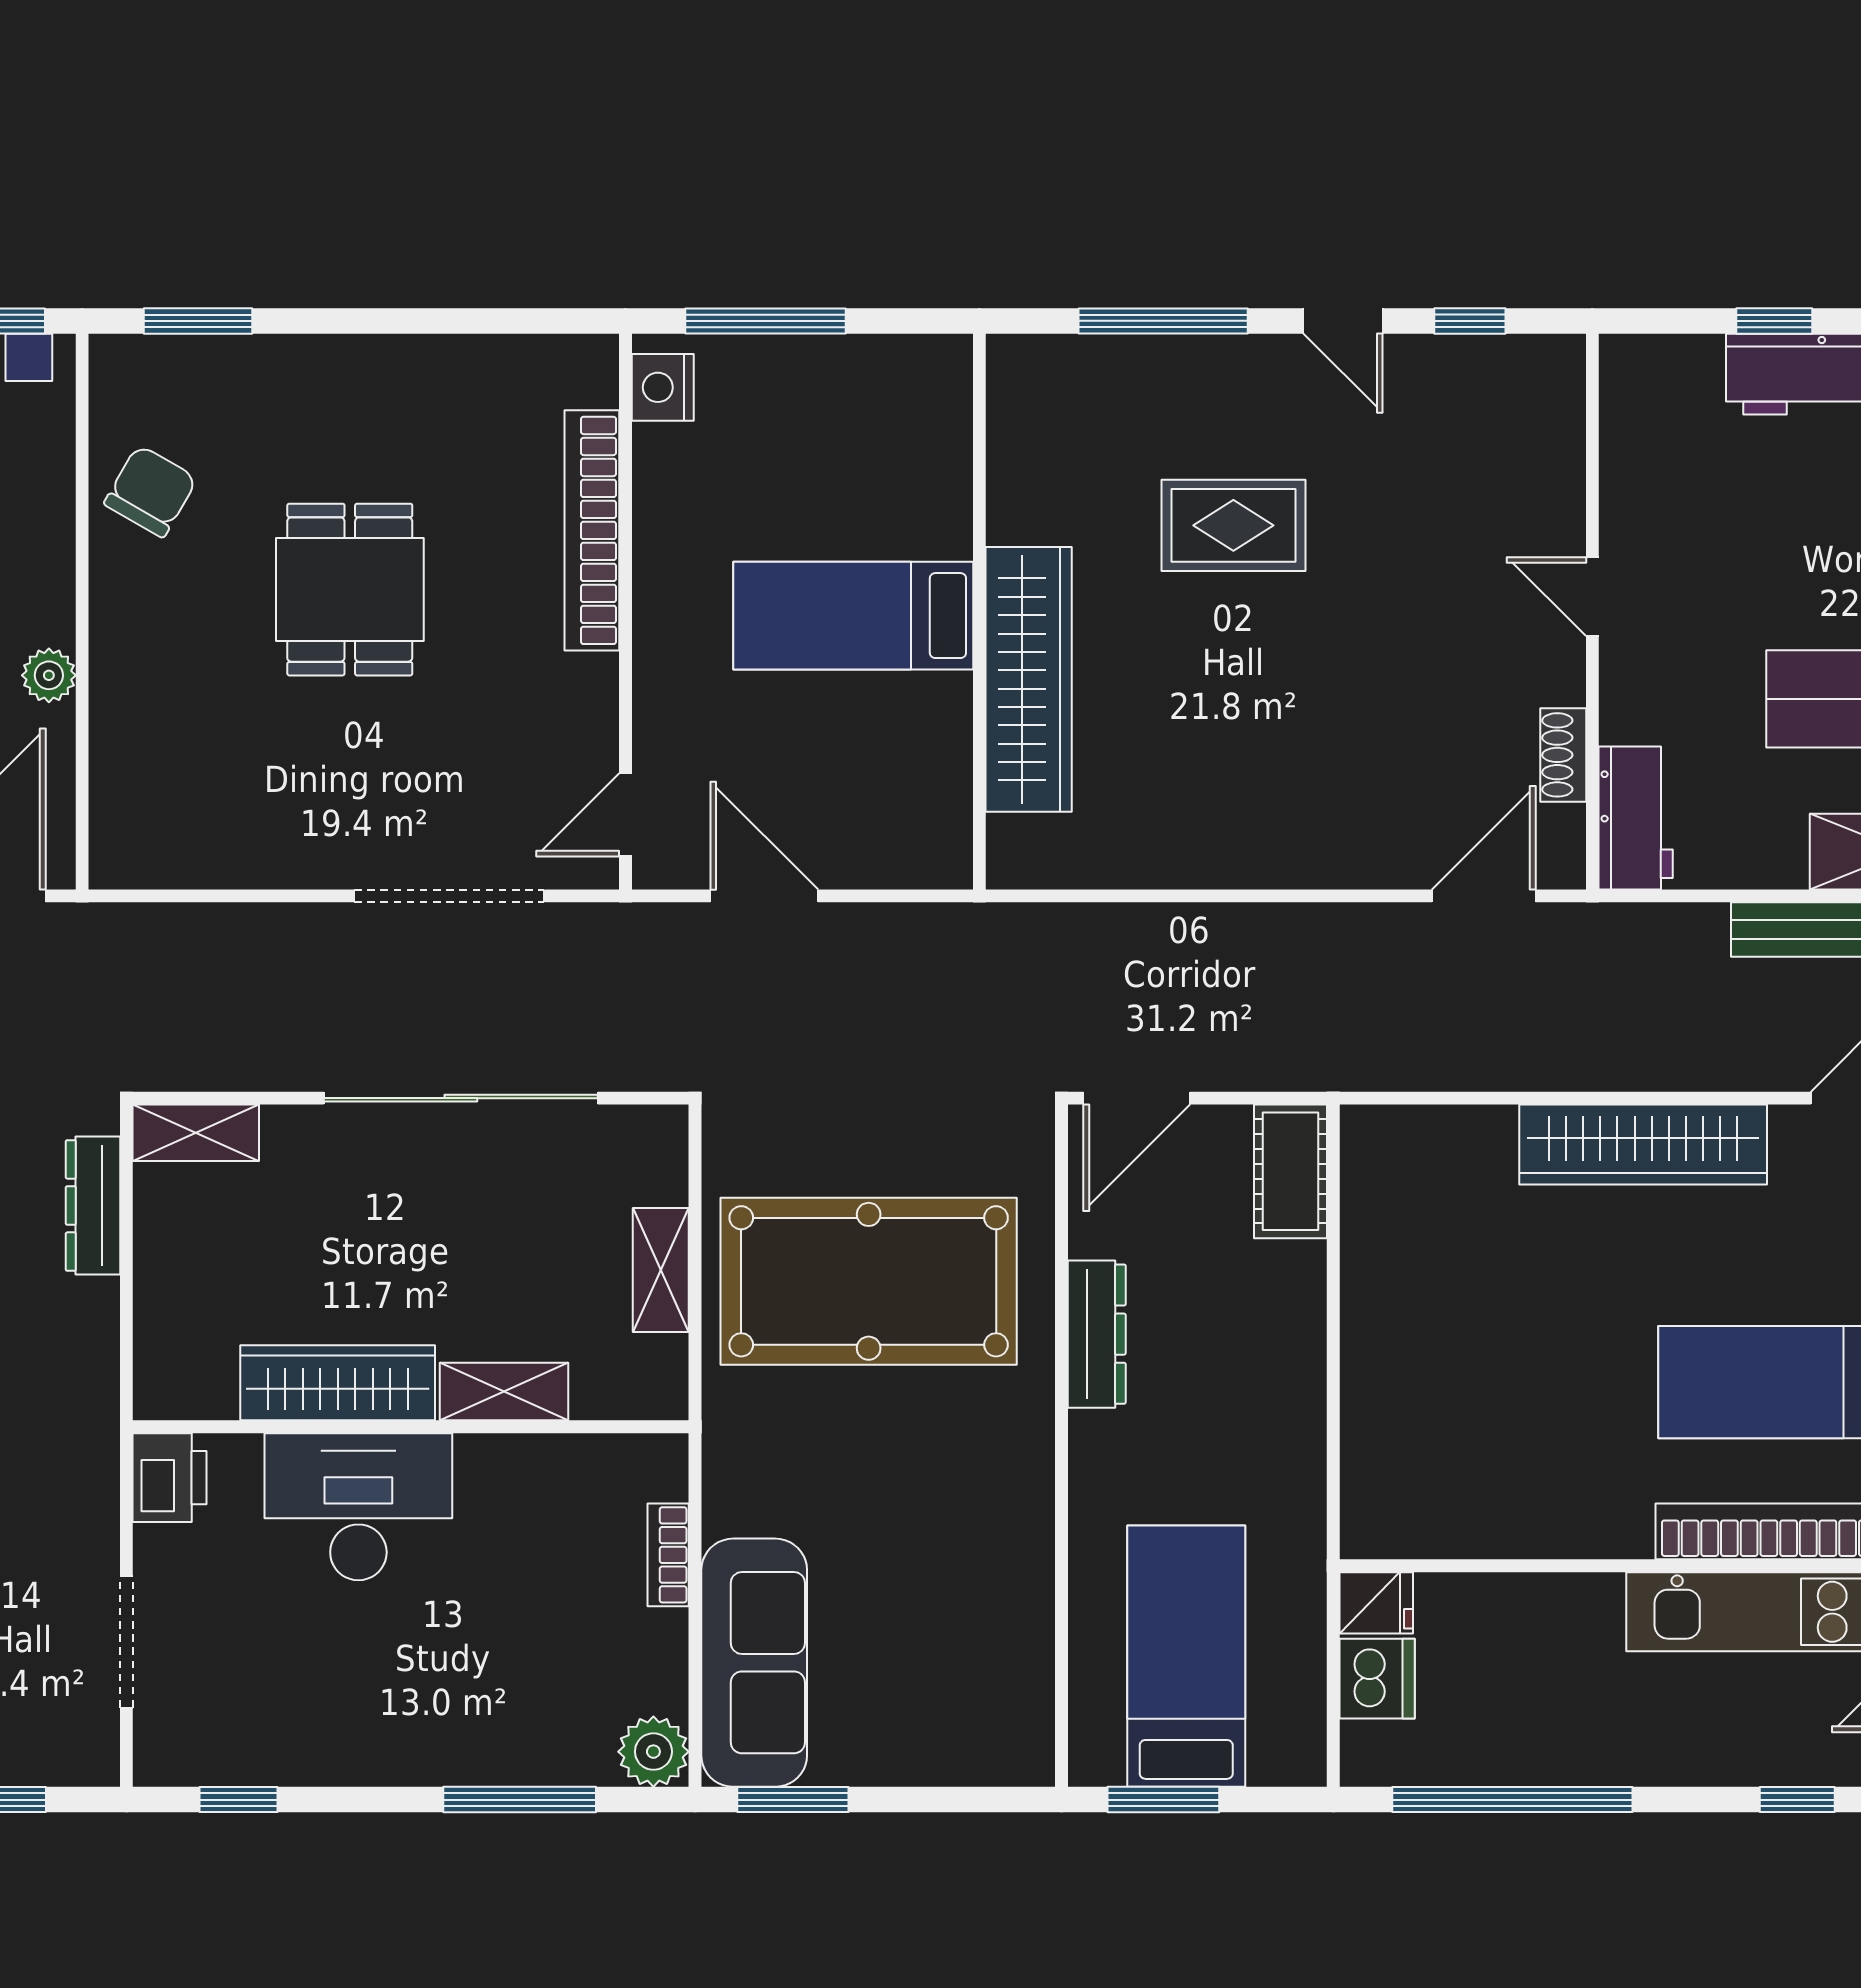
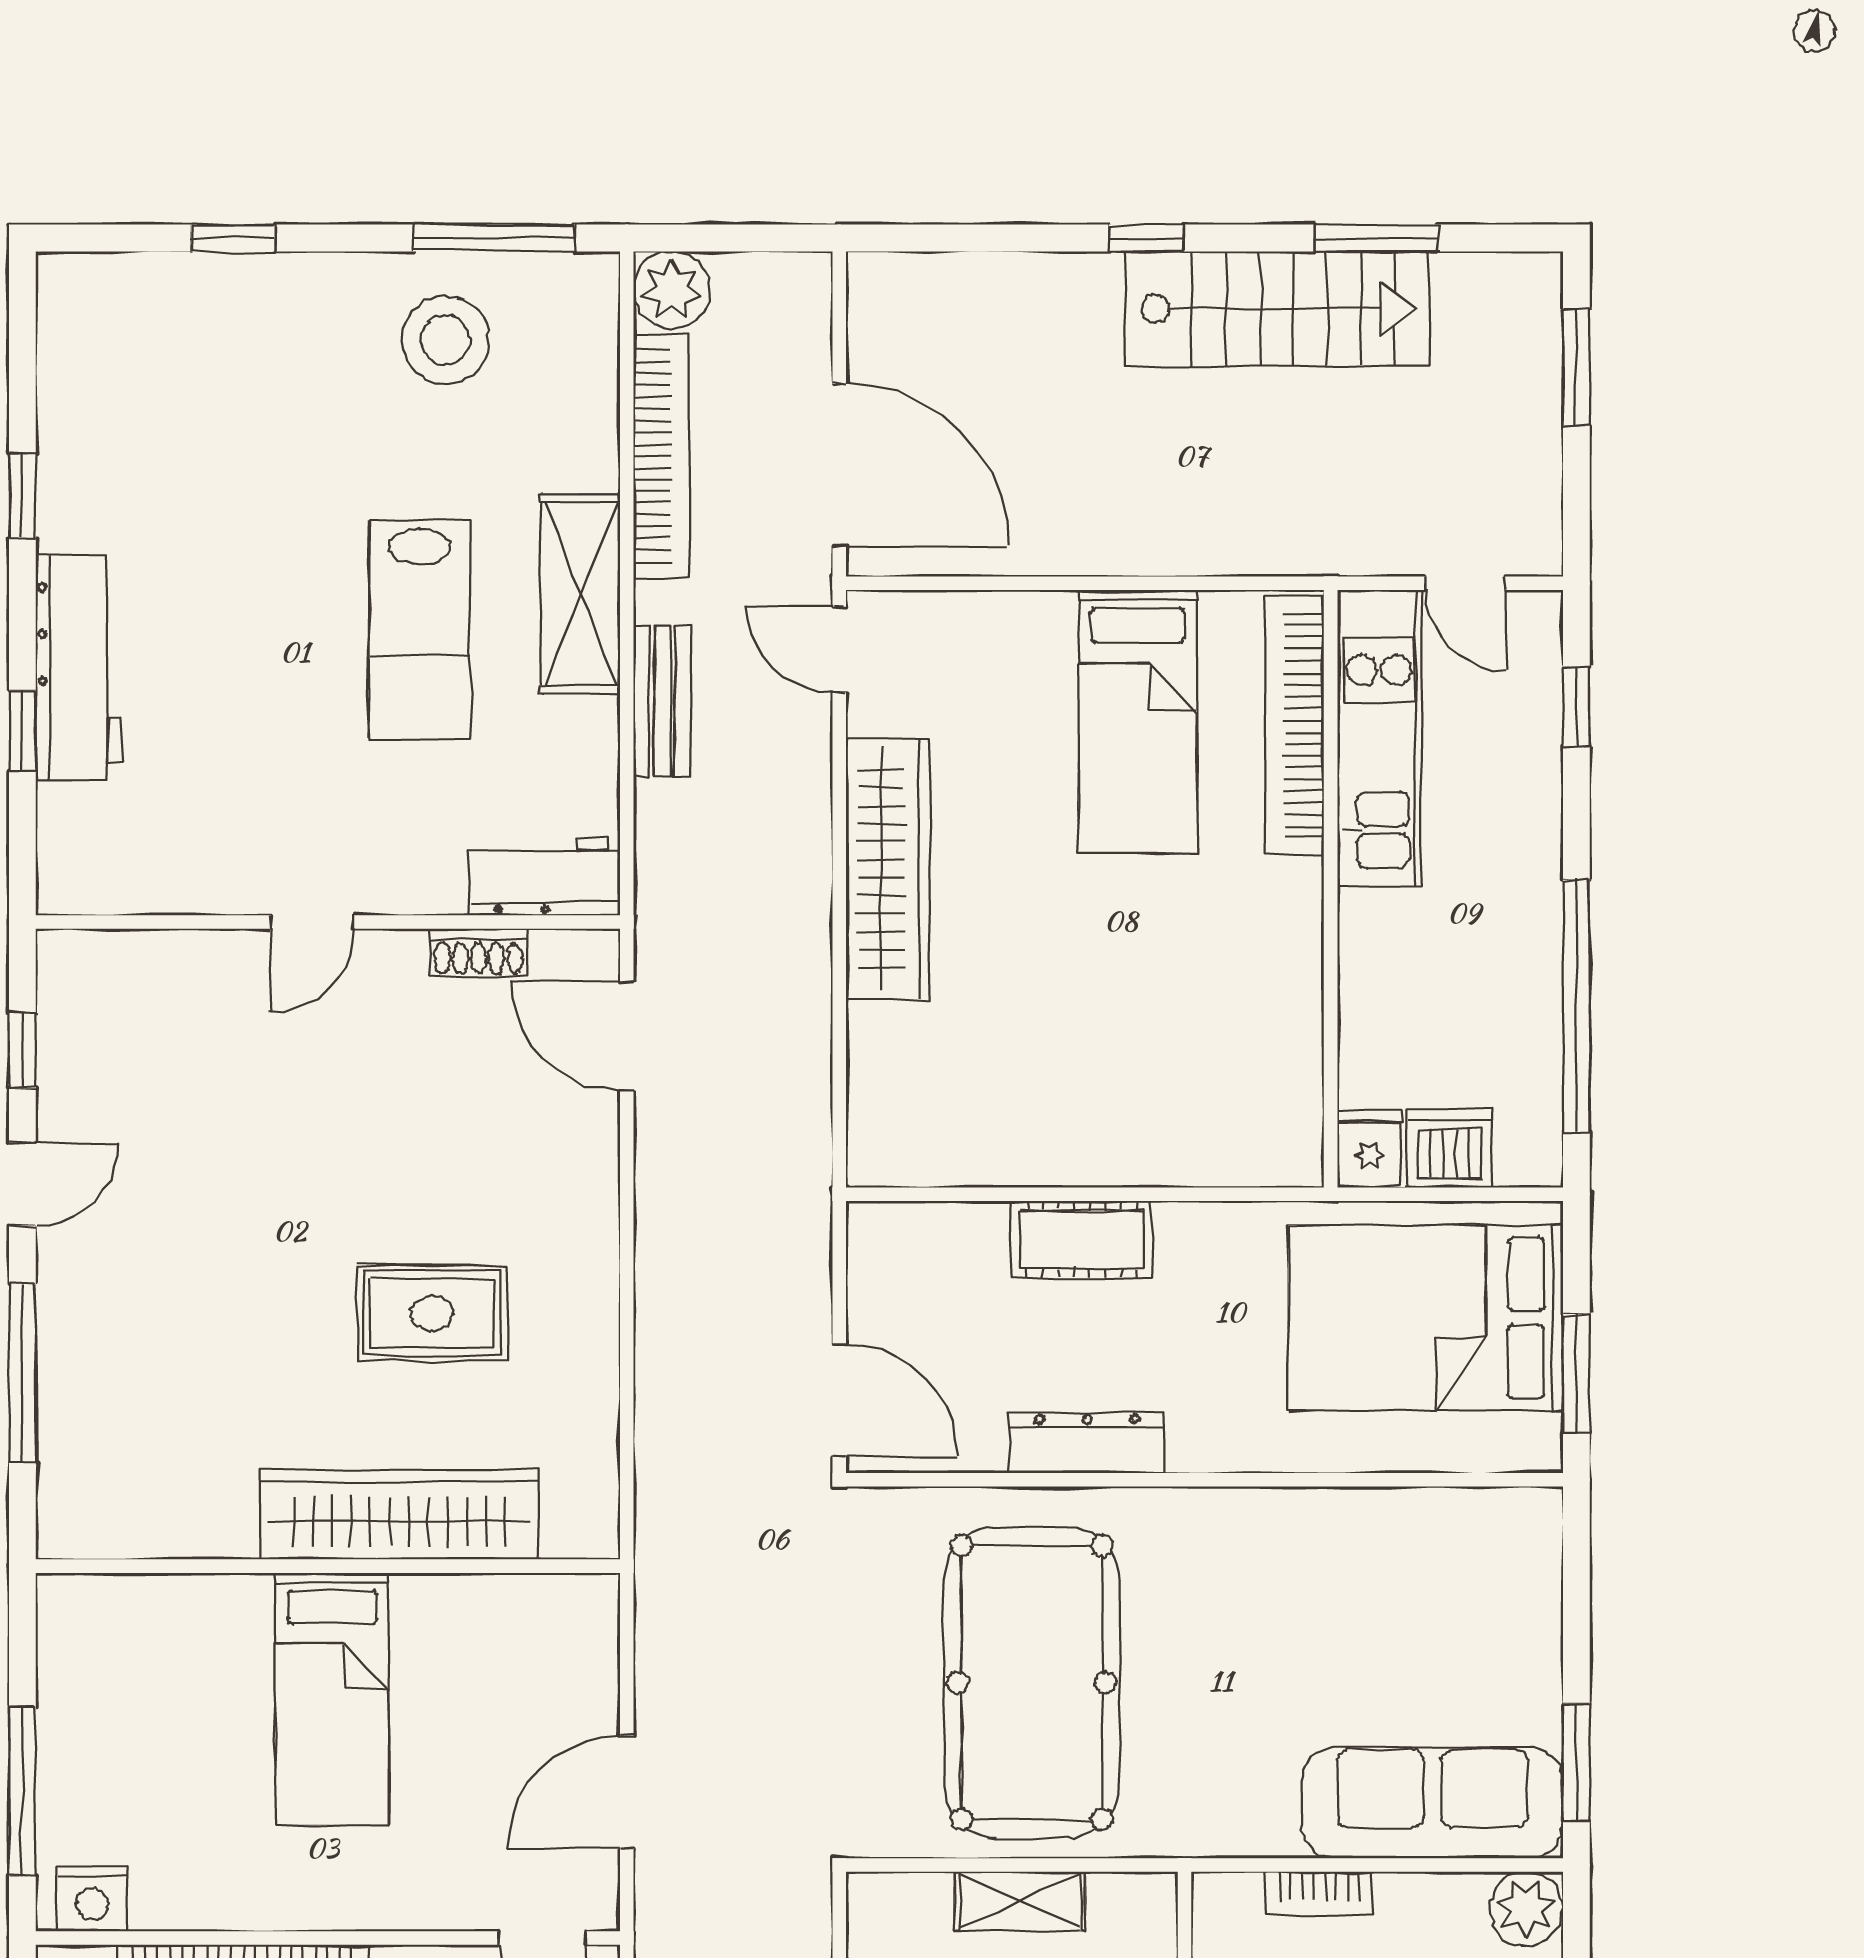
rug: (1233, 525) -> (432, 1313), moved, turned 90
cot: (1291, 1171) -> (1082, 1239), moved
bed: (1186, 1656) -> (1426, 1318), width x1.50

